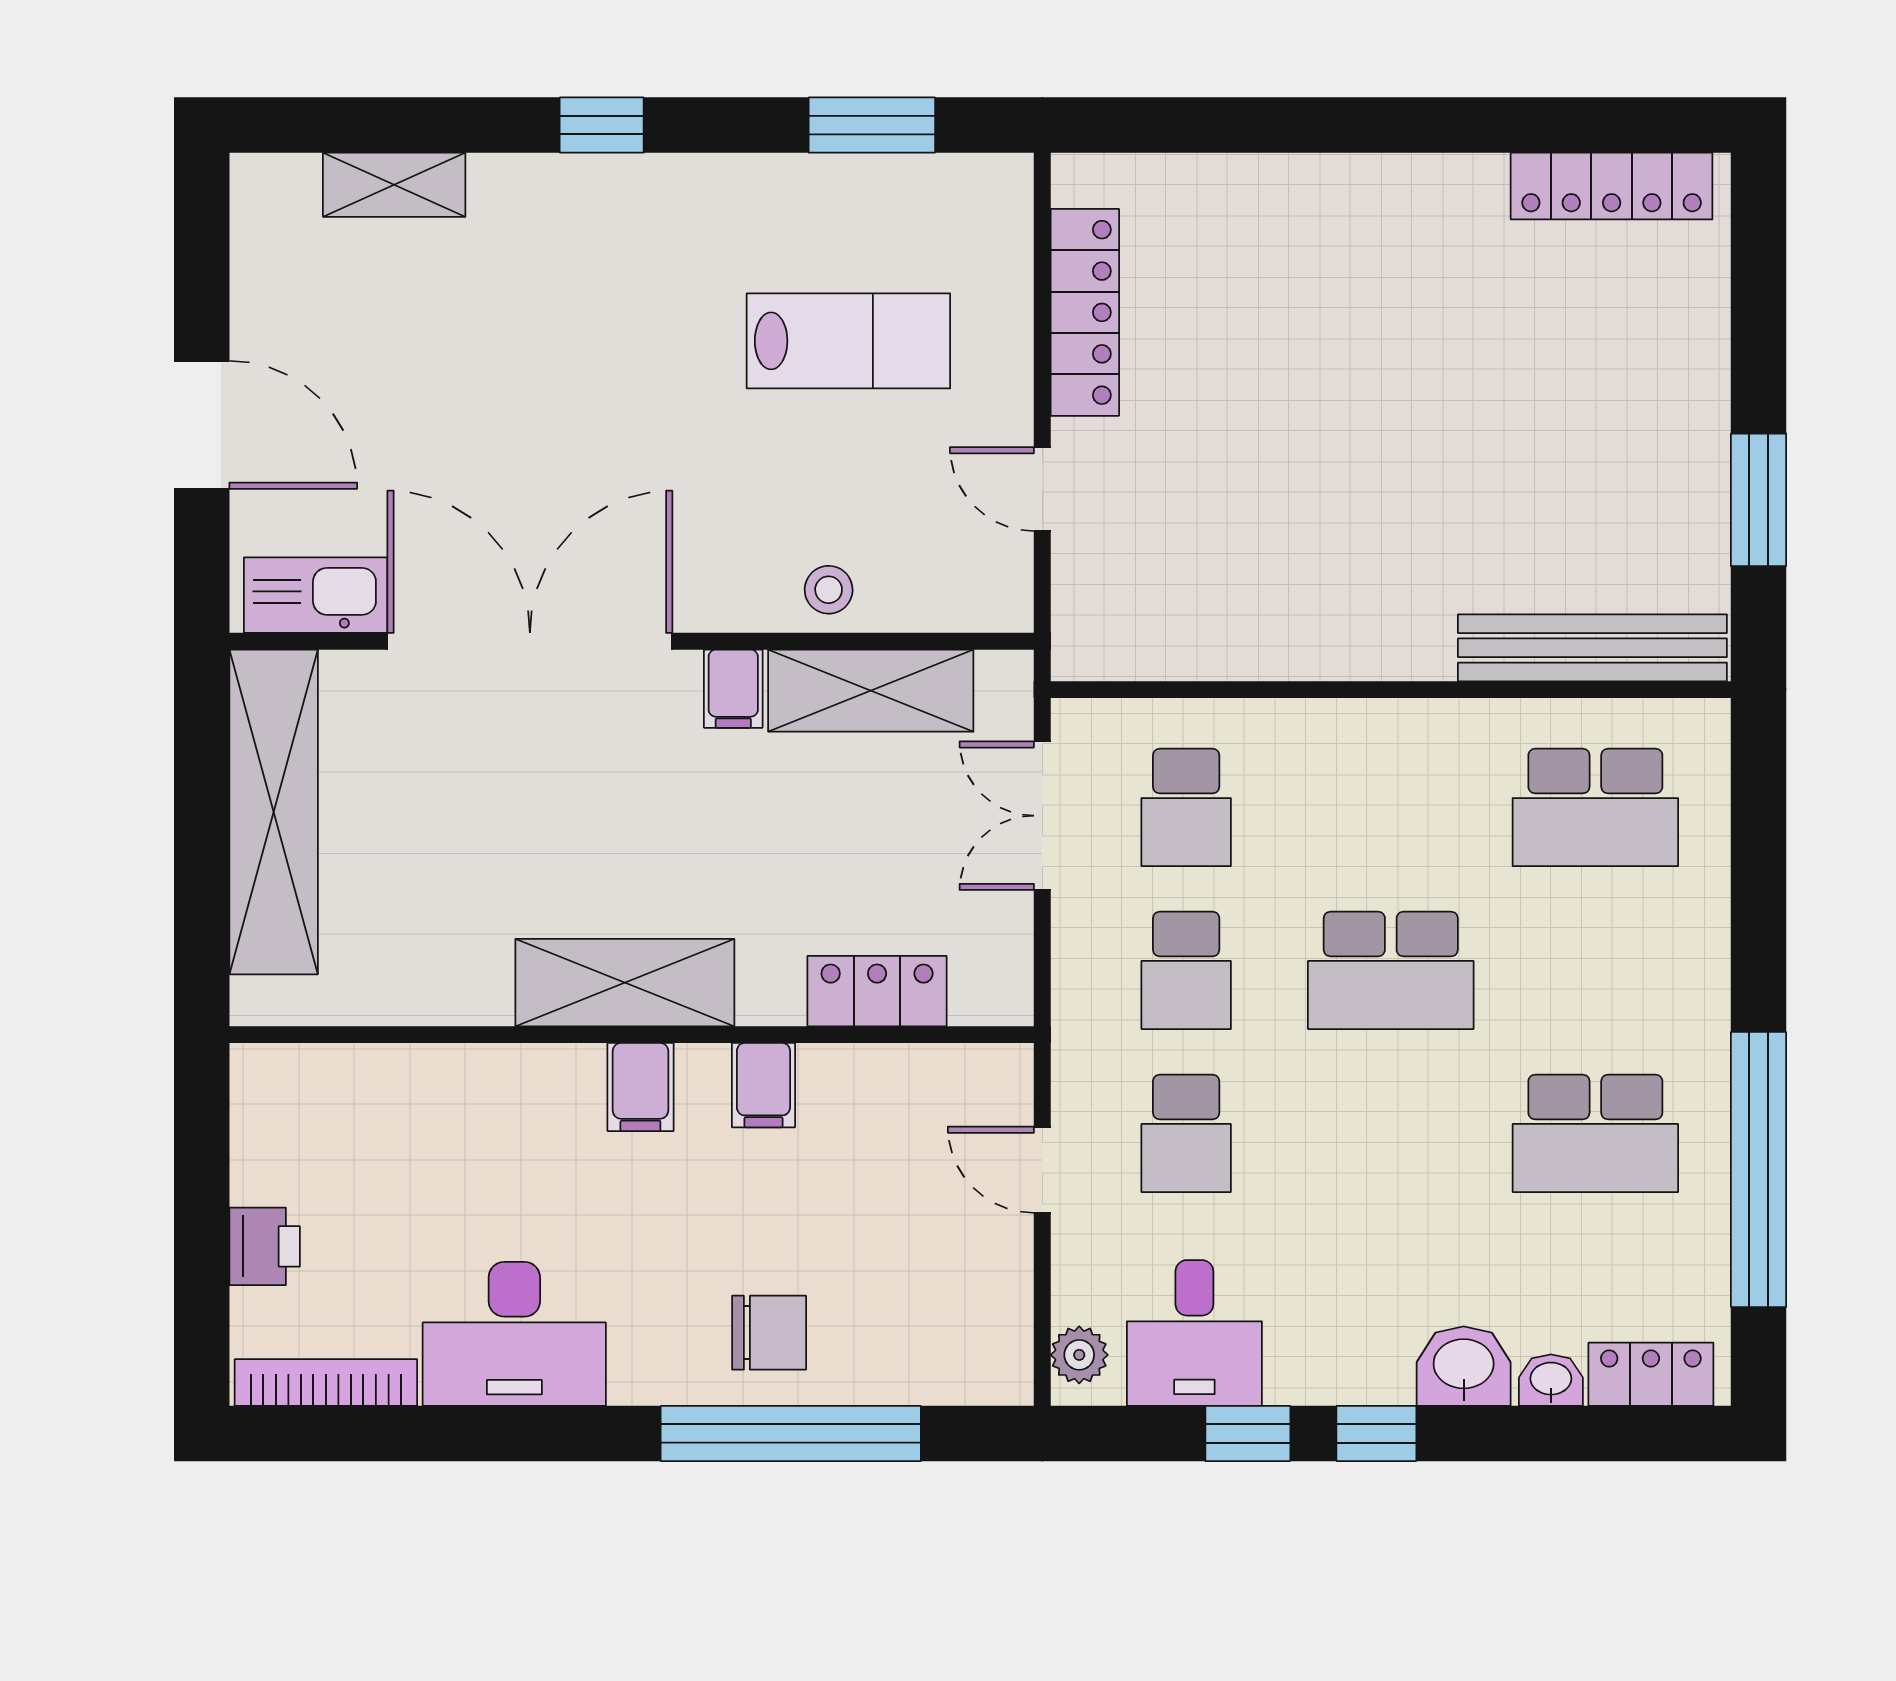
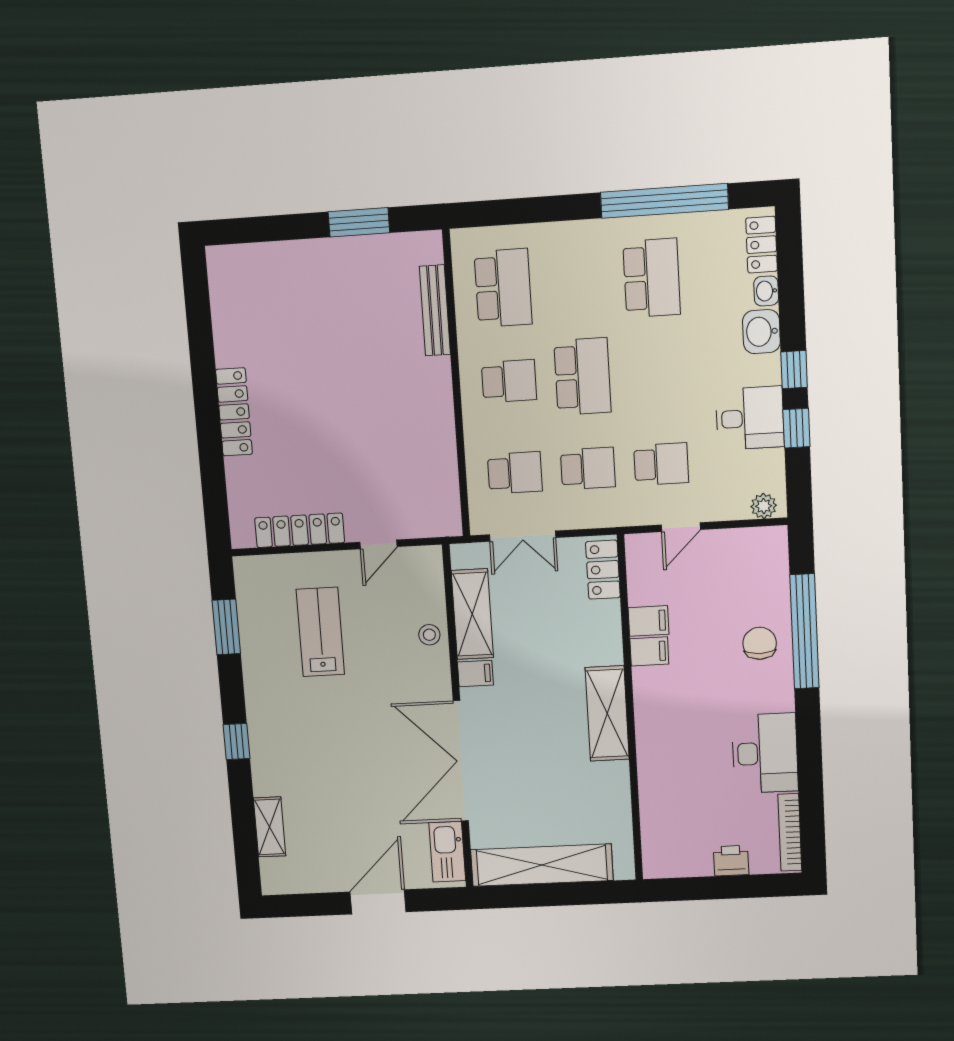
locker: (1612, 186) -> (234, 412), moved
bench: (1592, 648) -> (435, 310), width x0.73, depth x0.82
school desk: (1391, 807) -> (509, 381), added
locker: (877, 991) -> (603, 570), moved
filing cabinet: (640, 1087) -> (649, 621), moved
desk: (1194, 1333) -> (750, 418), moved

